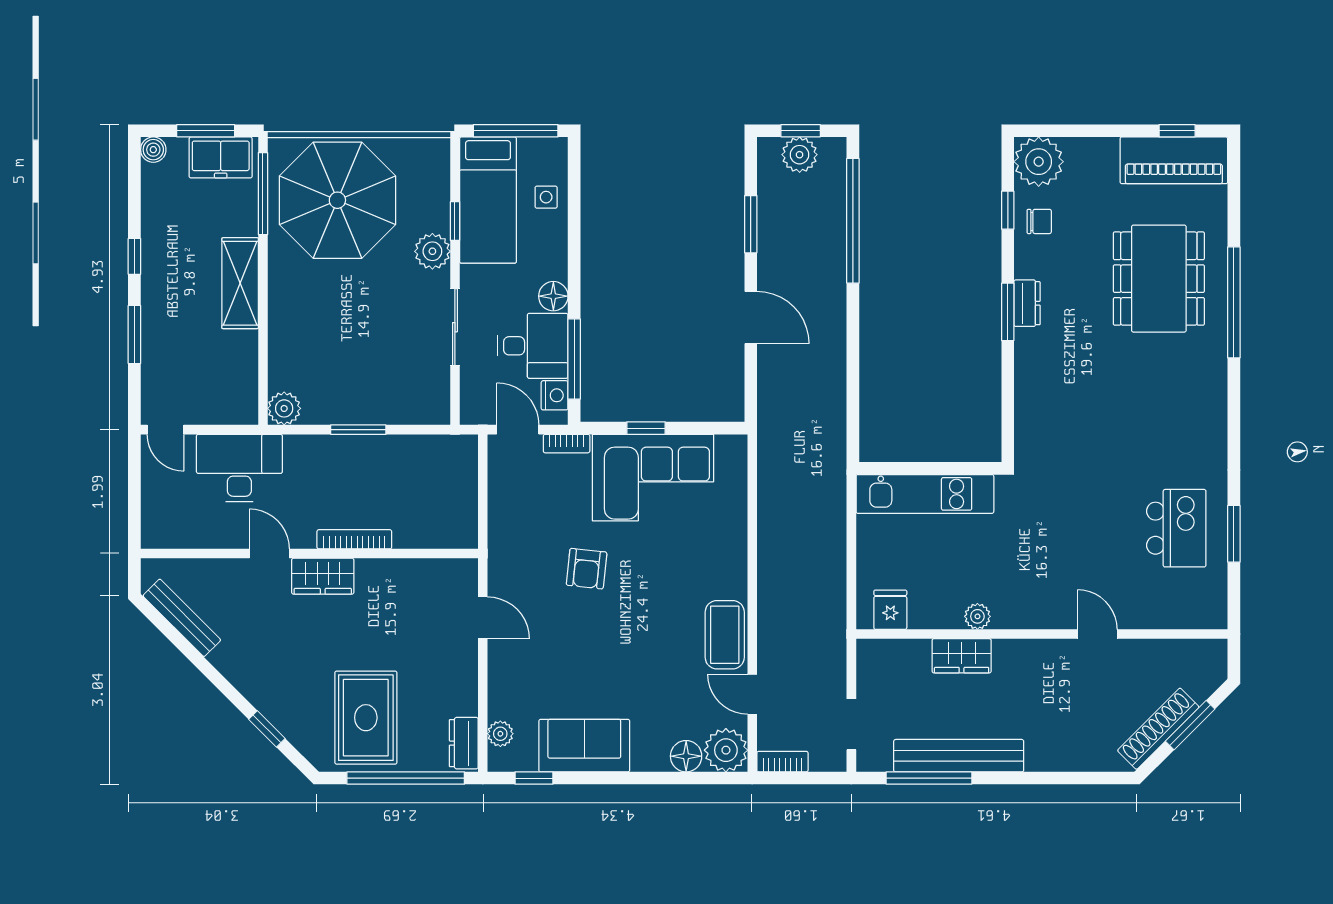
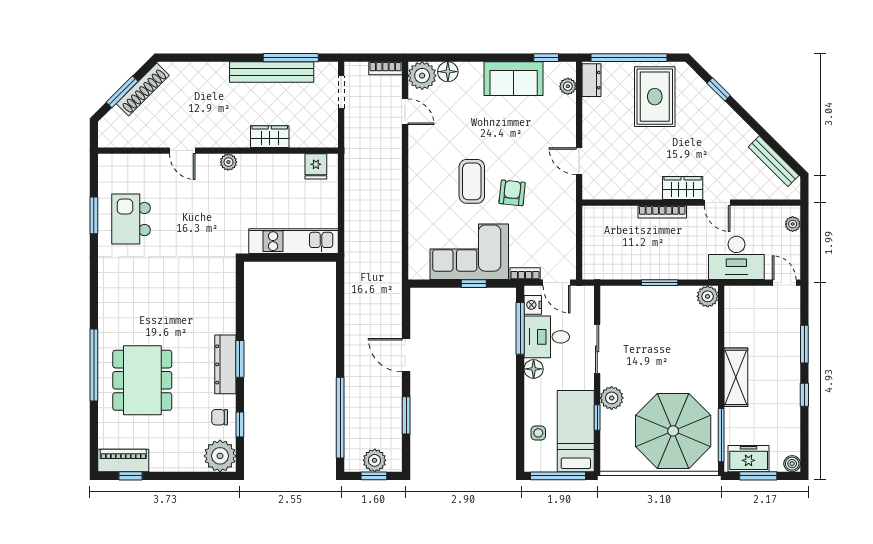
piano: (1174, 160) -> (123, 460), width x0.73, depth x0.75
dresser: (1027, 303) -> (225, 364), width x1.96, depth x1.24
plant: (152, 520) -> (793, 224), added
plant: (977, 616) -> (228, 162), moved
coffee table: (725, 635) -> (472, 181), moved

